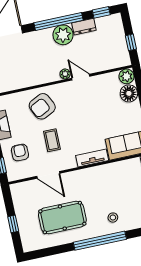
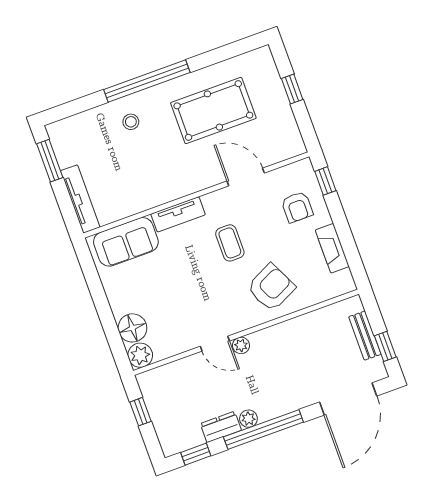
plant: (63, 35) -> (248, 419), width x0.53, depth x0.53
coffee table: (52, 140) -> (230, 243), moved

